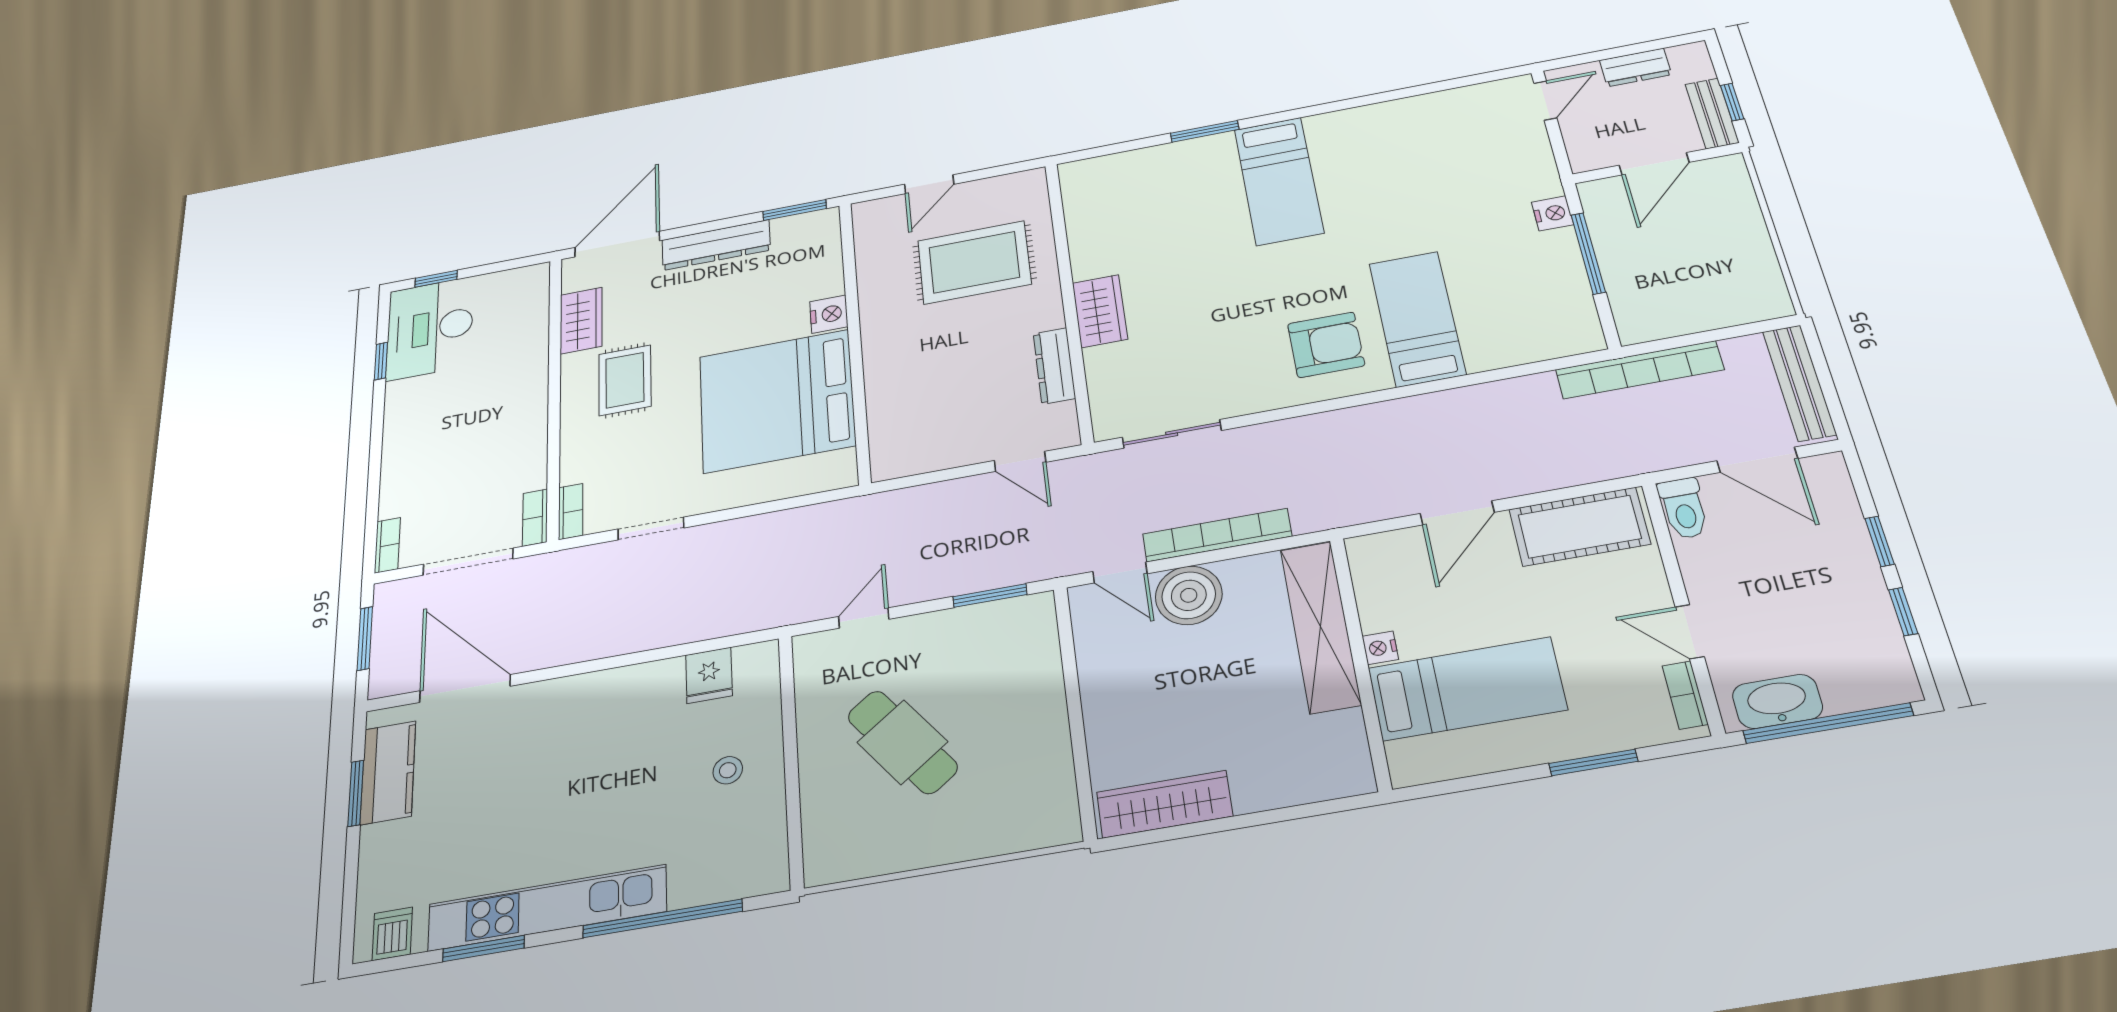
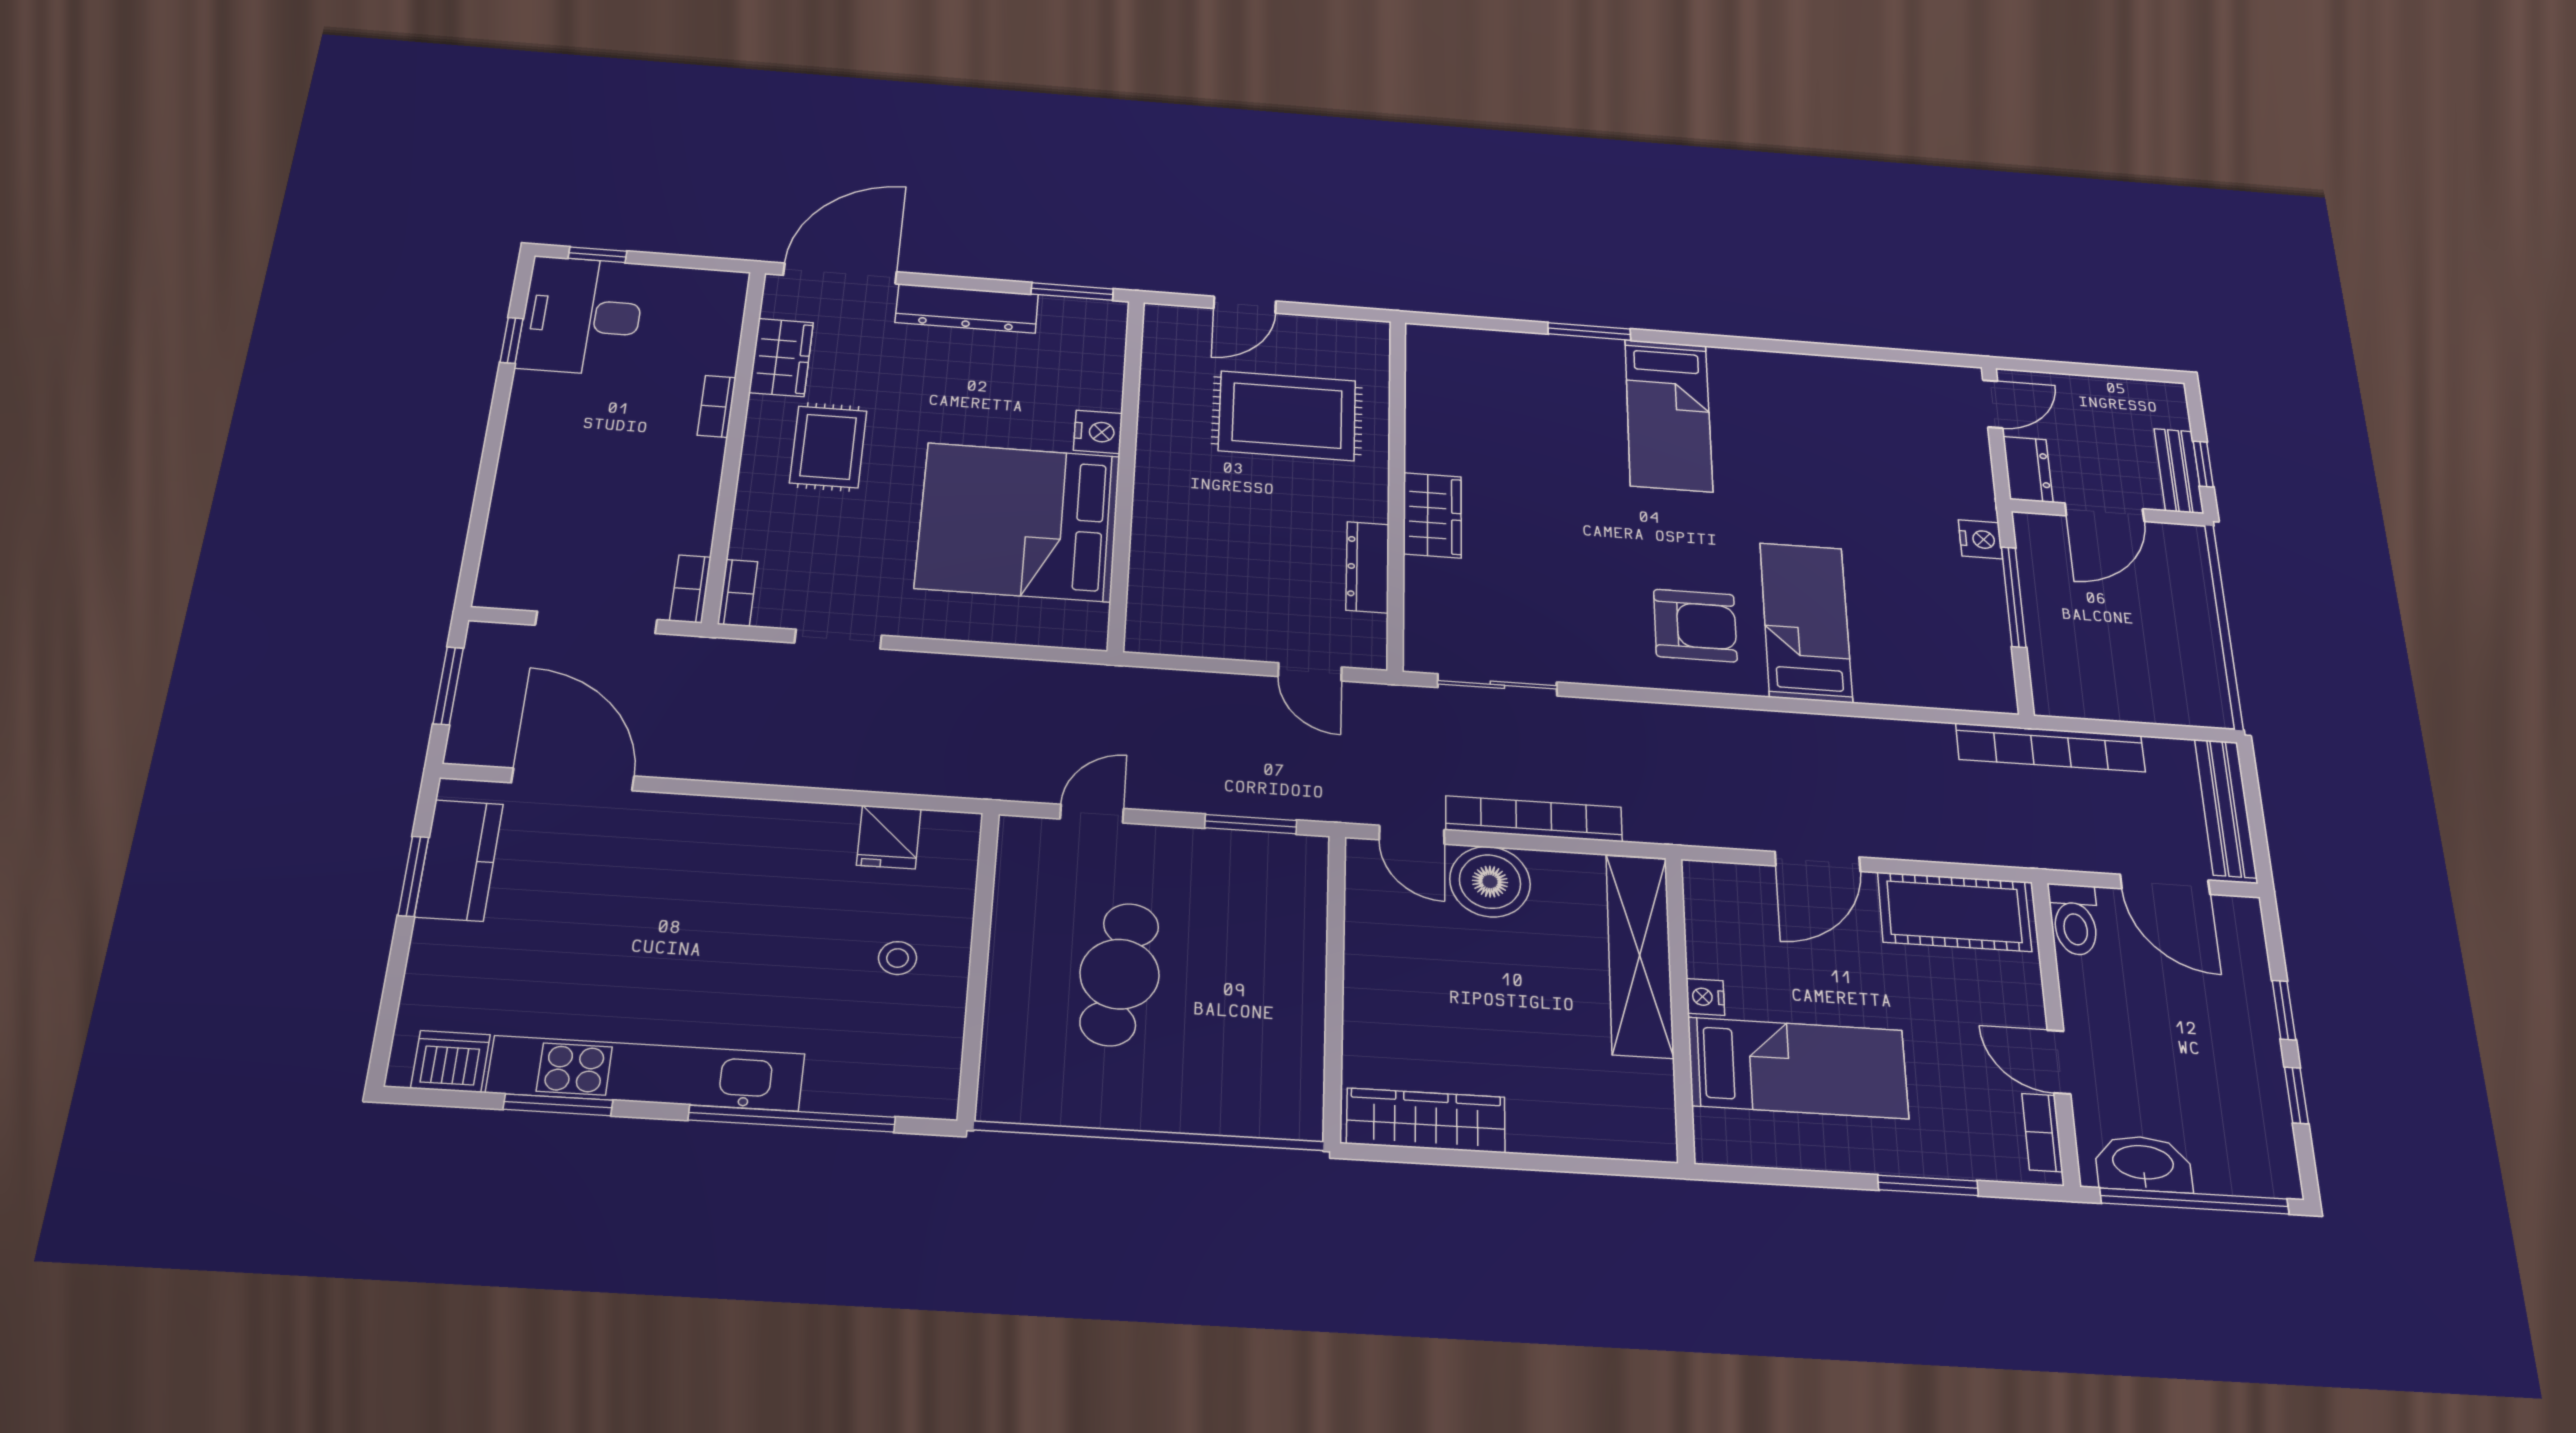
dresser: (1635, 67) -> (2028, 469), moved, turned -90
bookcase: (387, 545) -> (717, 406), moved, turned 180
cafe table: (902, 742) -> (1119, 974), turned 46
dishwasher: (392, 934) -> (451, 1061), width x1.38

